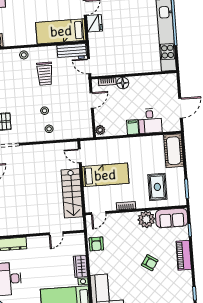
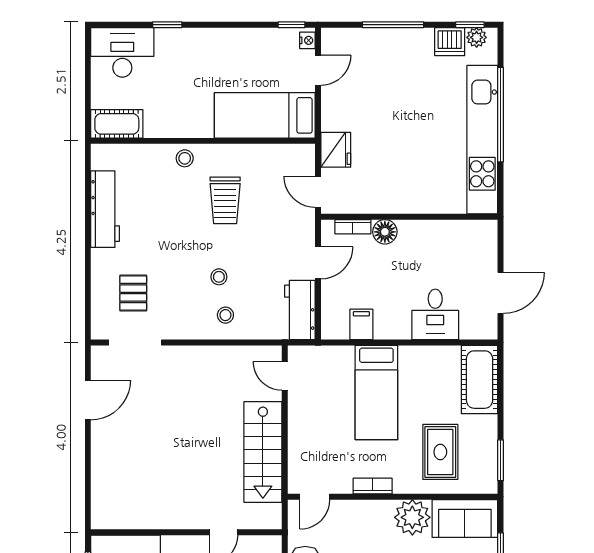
fridge: (94, 23) -> (336, 150), moved
workbench: (72, 52) -> (300, 310), moved, turned 90
filing cabinet: (133, 127) -> (361, 324), moved
plant: (100, 130) -> (331, 325), removed
bed: (105, 175) -> (376, 393), moved, turned 90

